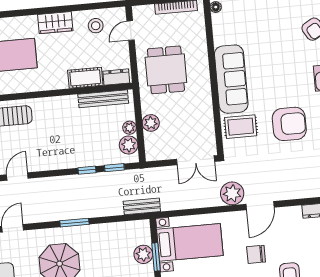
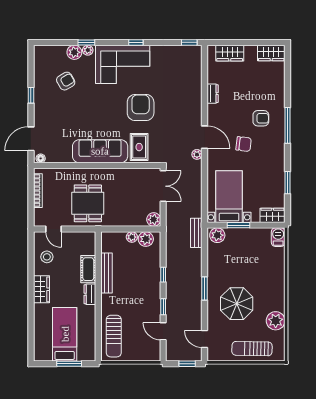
dining table: (166, 70) -> (88, 203), turned 90
dresser: (116, 77) -> (90, 294), moved
bench: (103, 99) -> (107, 273), moved
plant: (151, 123) -> (154, 220), moved
window: (114, 168) -> (163, 307), moved
plant: (232, 193) -> (197, 154), width x0.53, depth x0.53
plant: (143, 254) -> (217, 235), moved
chair: (256, 254) -> (244, 144), turned -83

